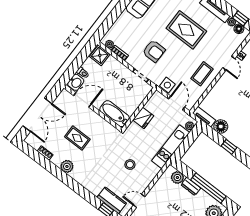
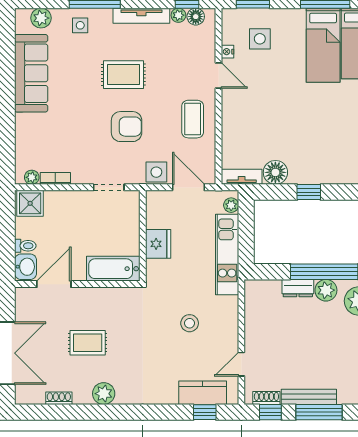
rug: (186, 30) -> (123, 75), width x0.73, depth x0.70
armchair: (154, 51) -> (127, 127), moved
plant: (177, 177) -> (326, 290), moved

